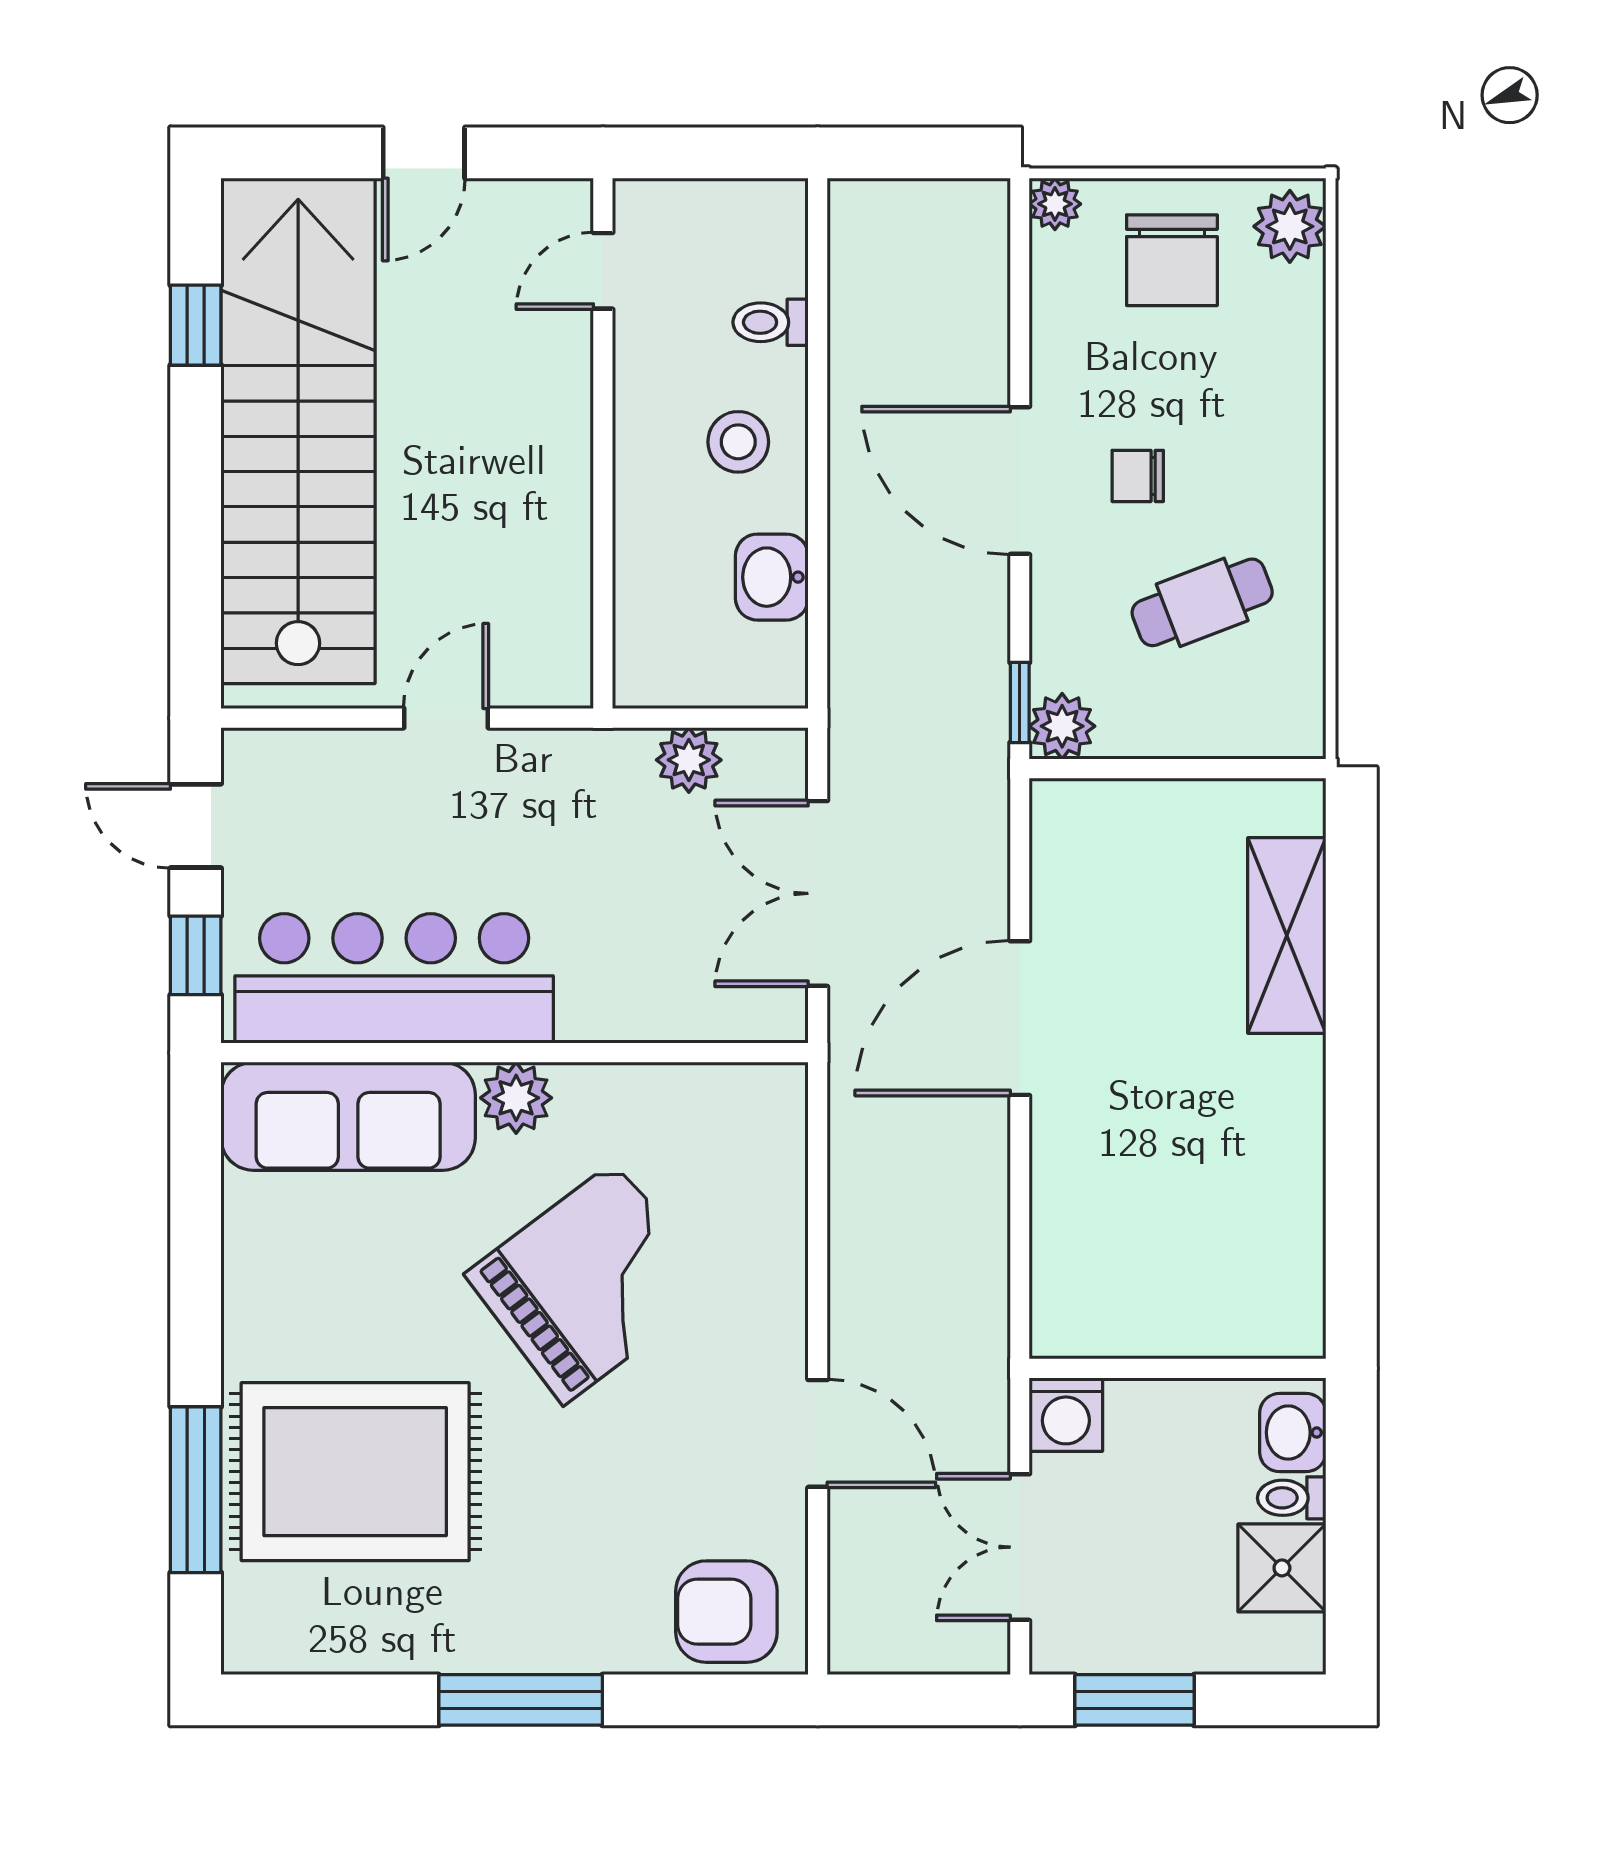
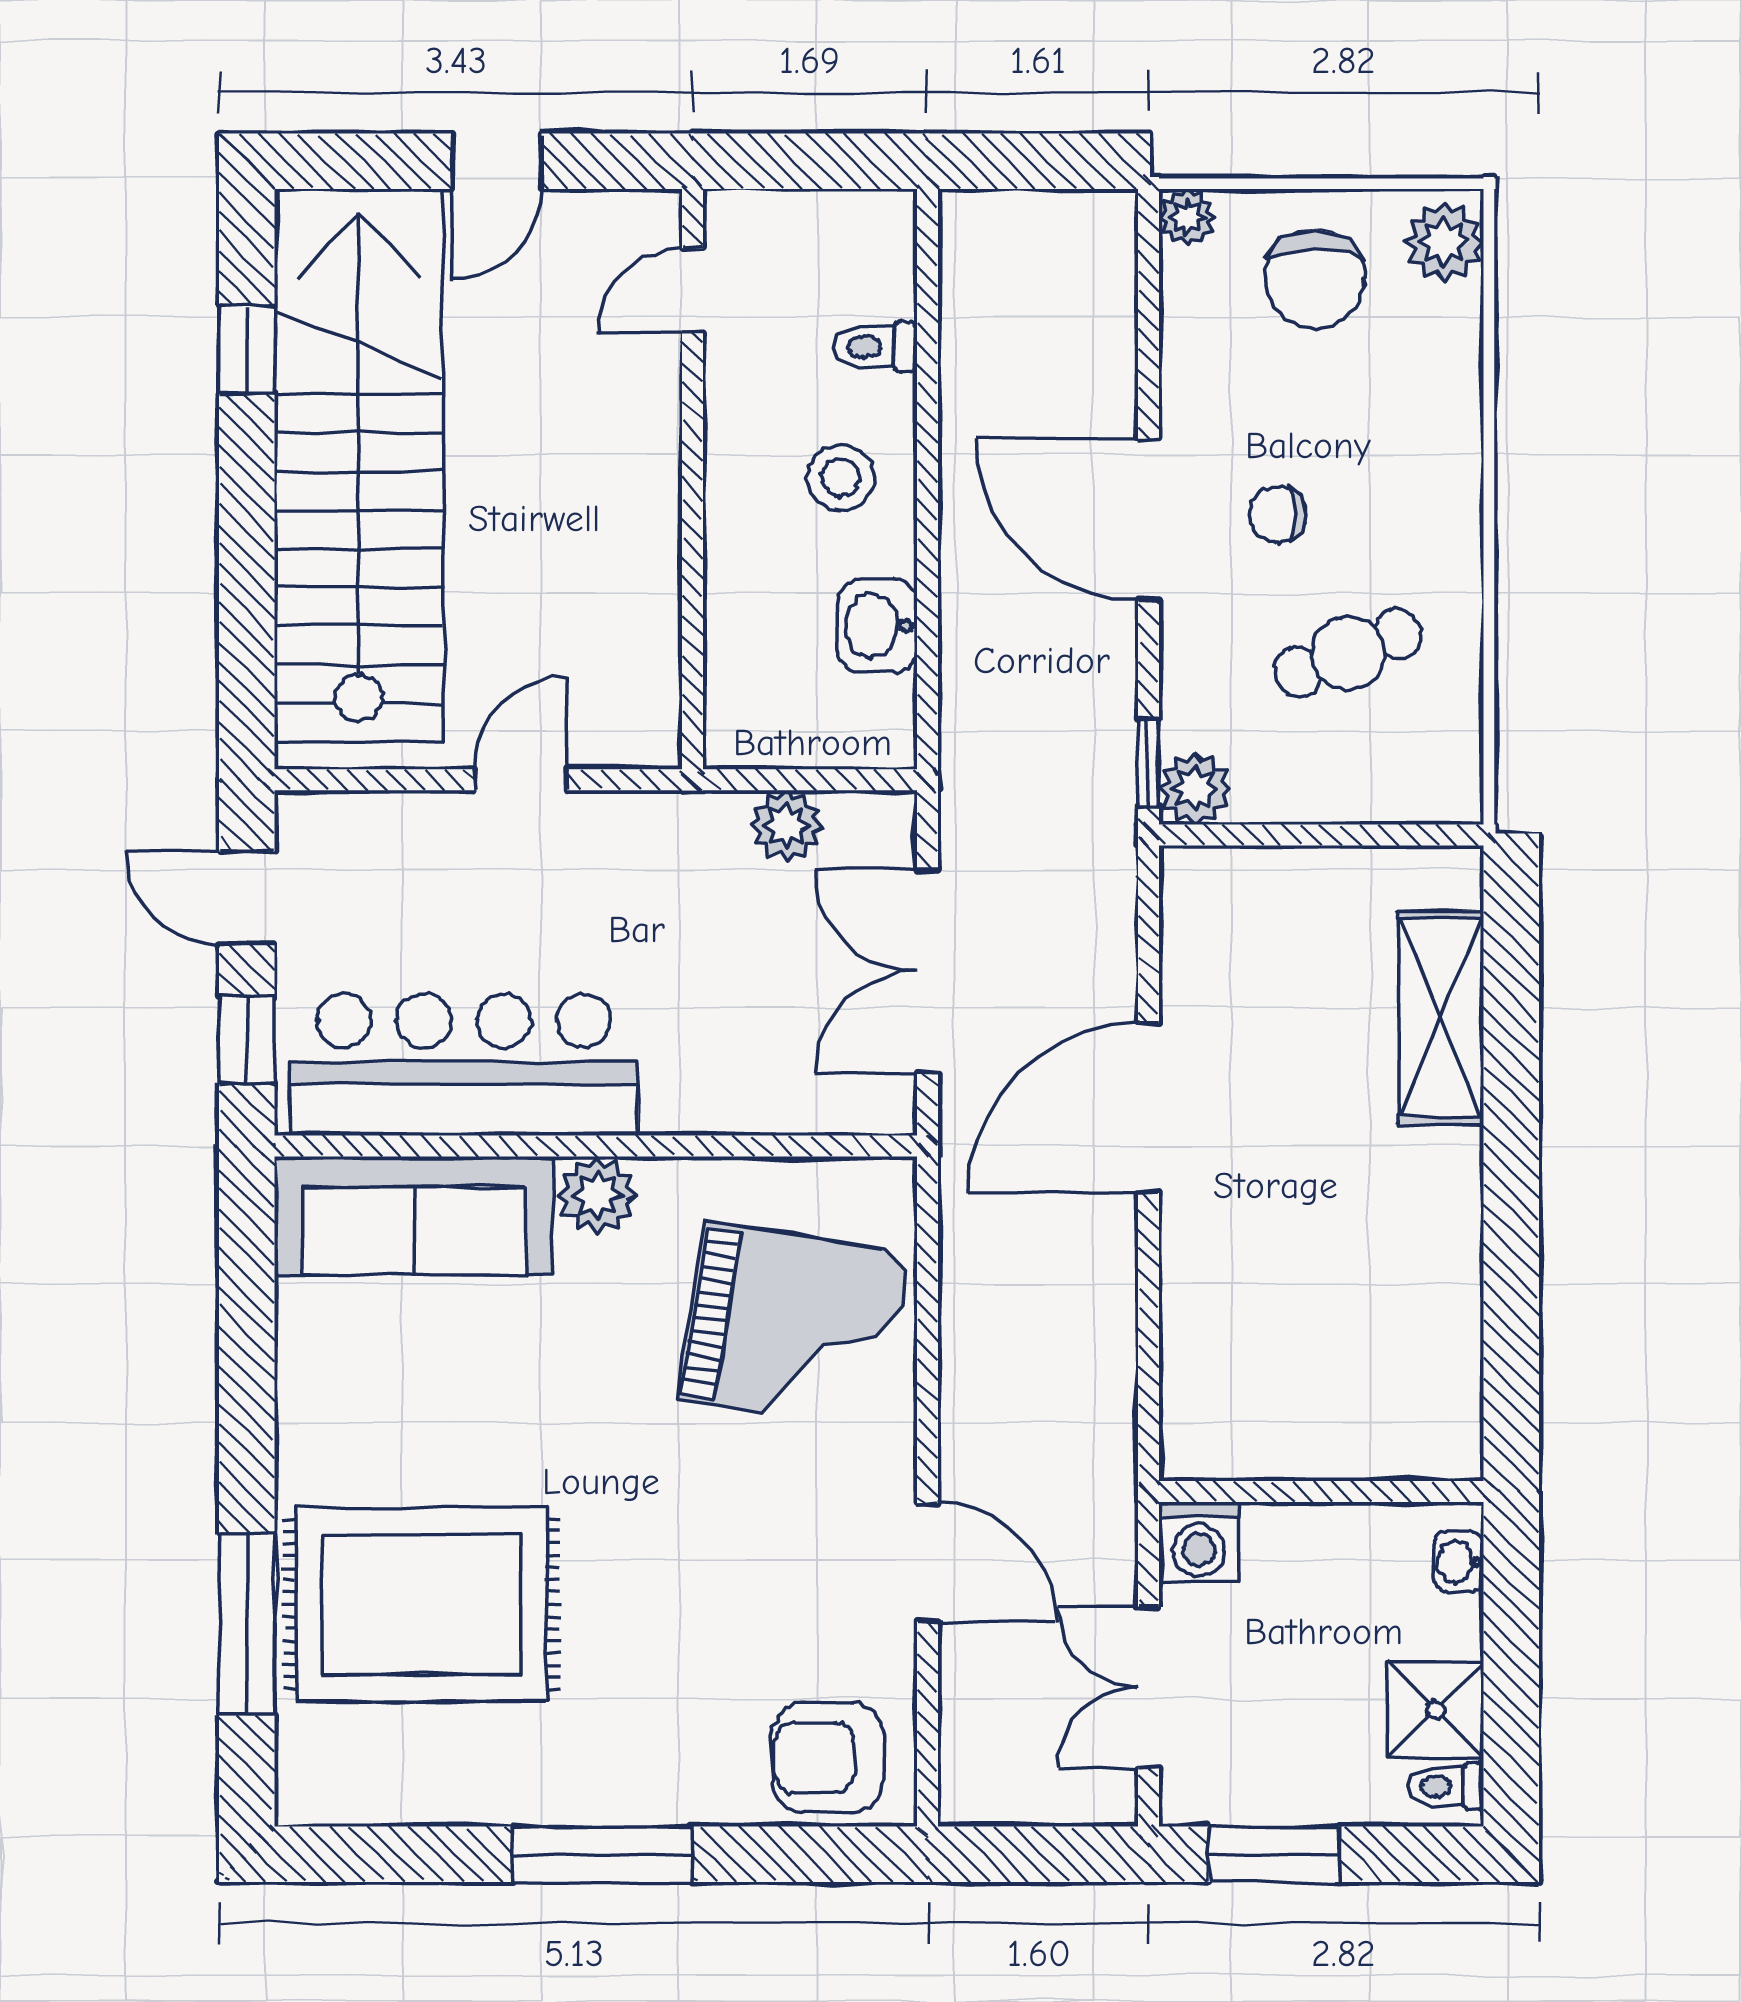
grand piano: (590, 1283) -> (794, 1326), moved, turned 46
washbasin: (1293, 1433) -> (1459, 1562), width x0.72, depth x0.69
toilet: (1292, 1498) -> (1446, 1786), moved

